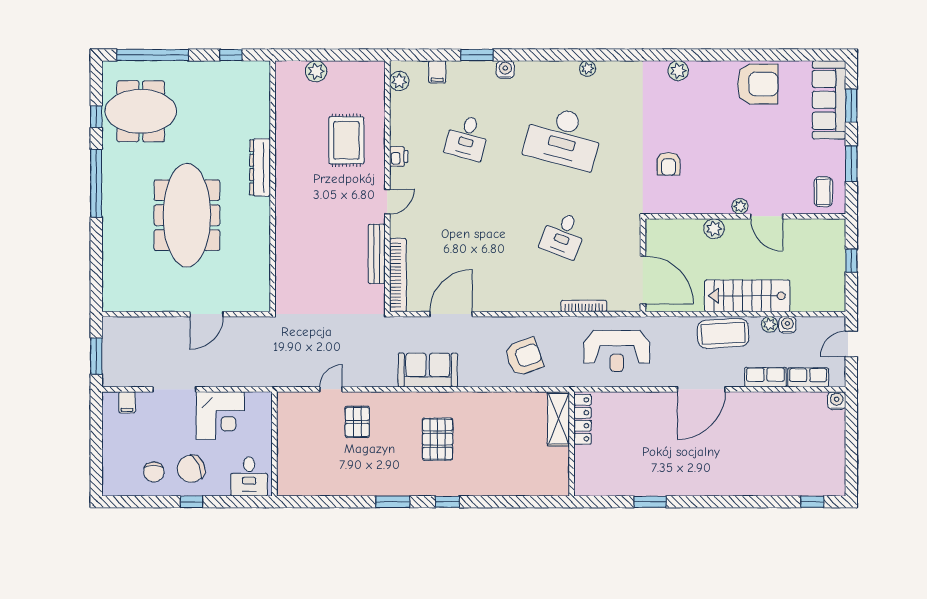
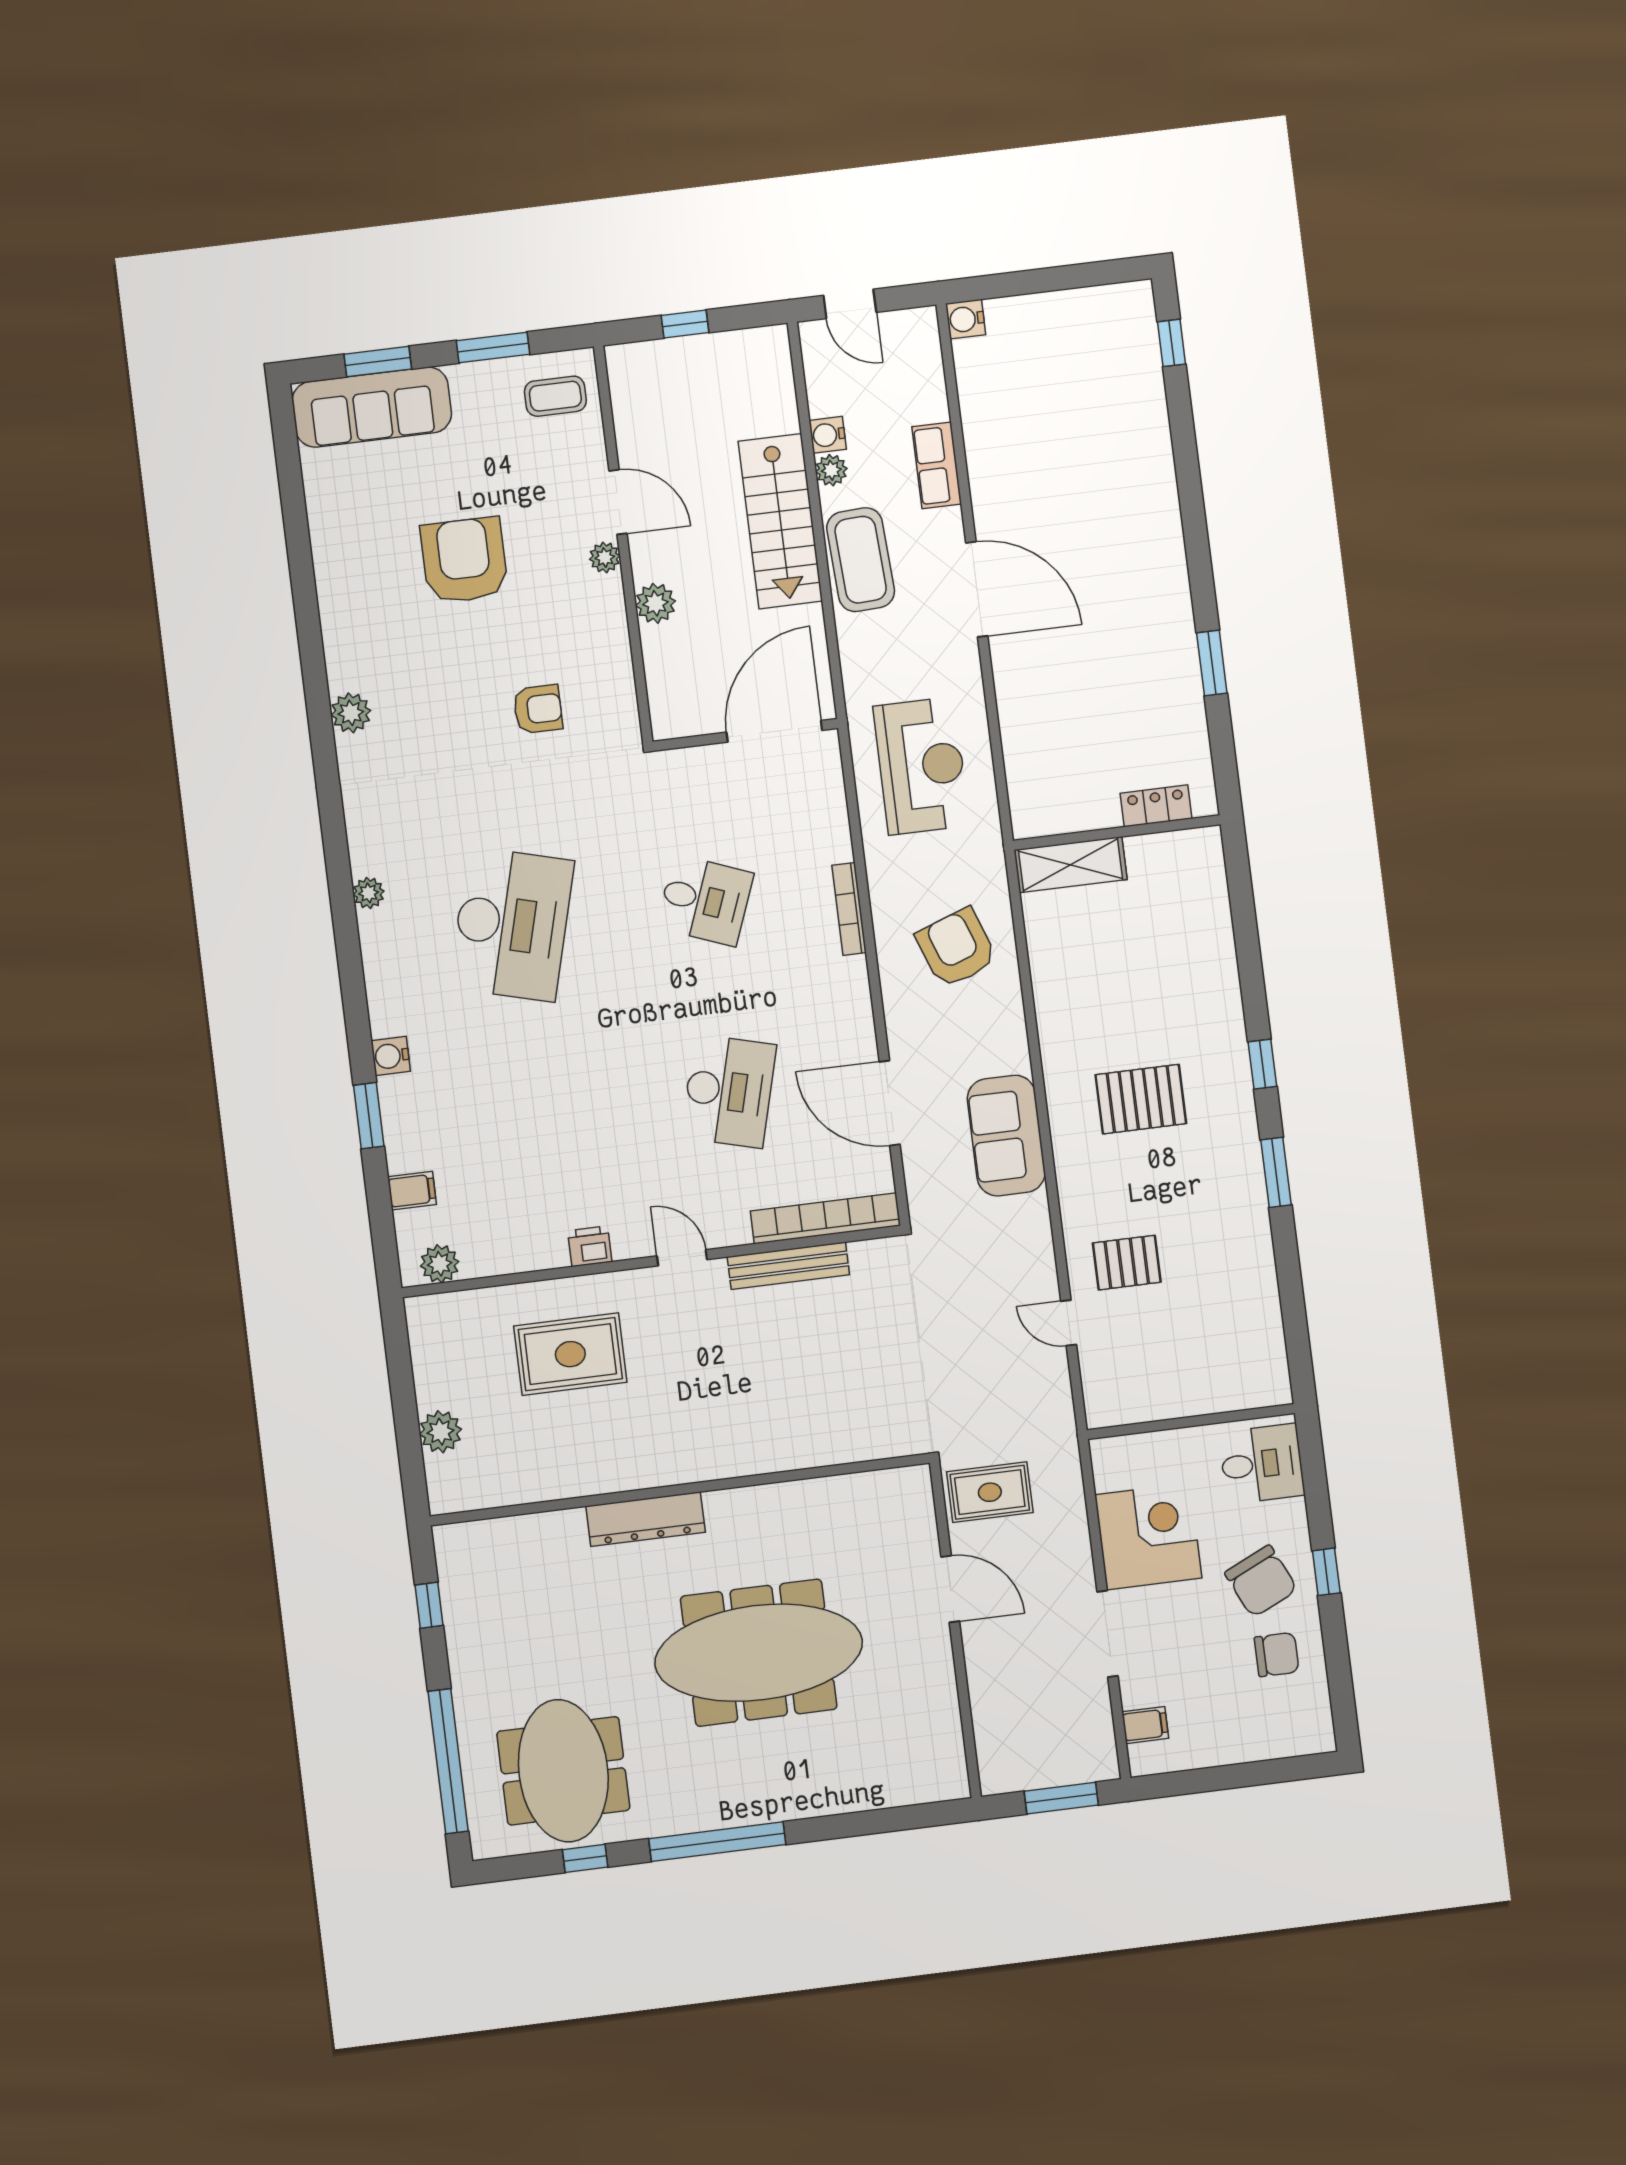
armchair: (758, 84) -> (464, 560), moved
desk: (467, 138) -> (729, 1091), moved, width x1.37
door: (767, 216) -> (618, 502), hinge flipped
bookcase: (584, 306) -> (849, 909), moved
rug: (252, 340) -> (990, 1492), added
row of seats: (808, 377) -> (927, 381), removed
locker: (582, 419) -> (1156, 806), moved, width x0.66

